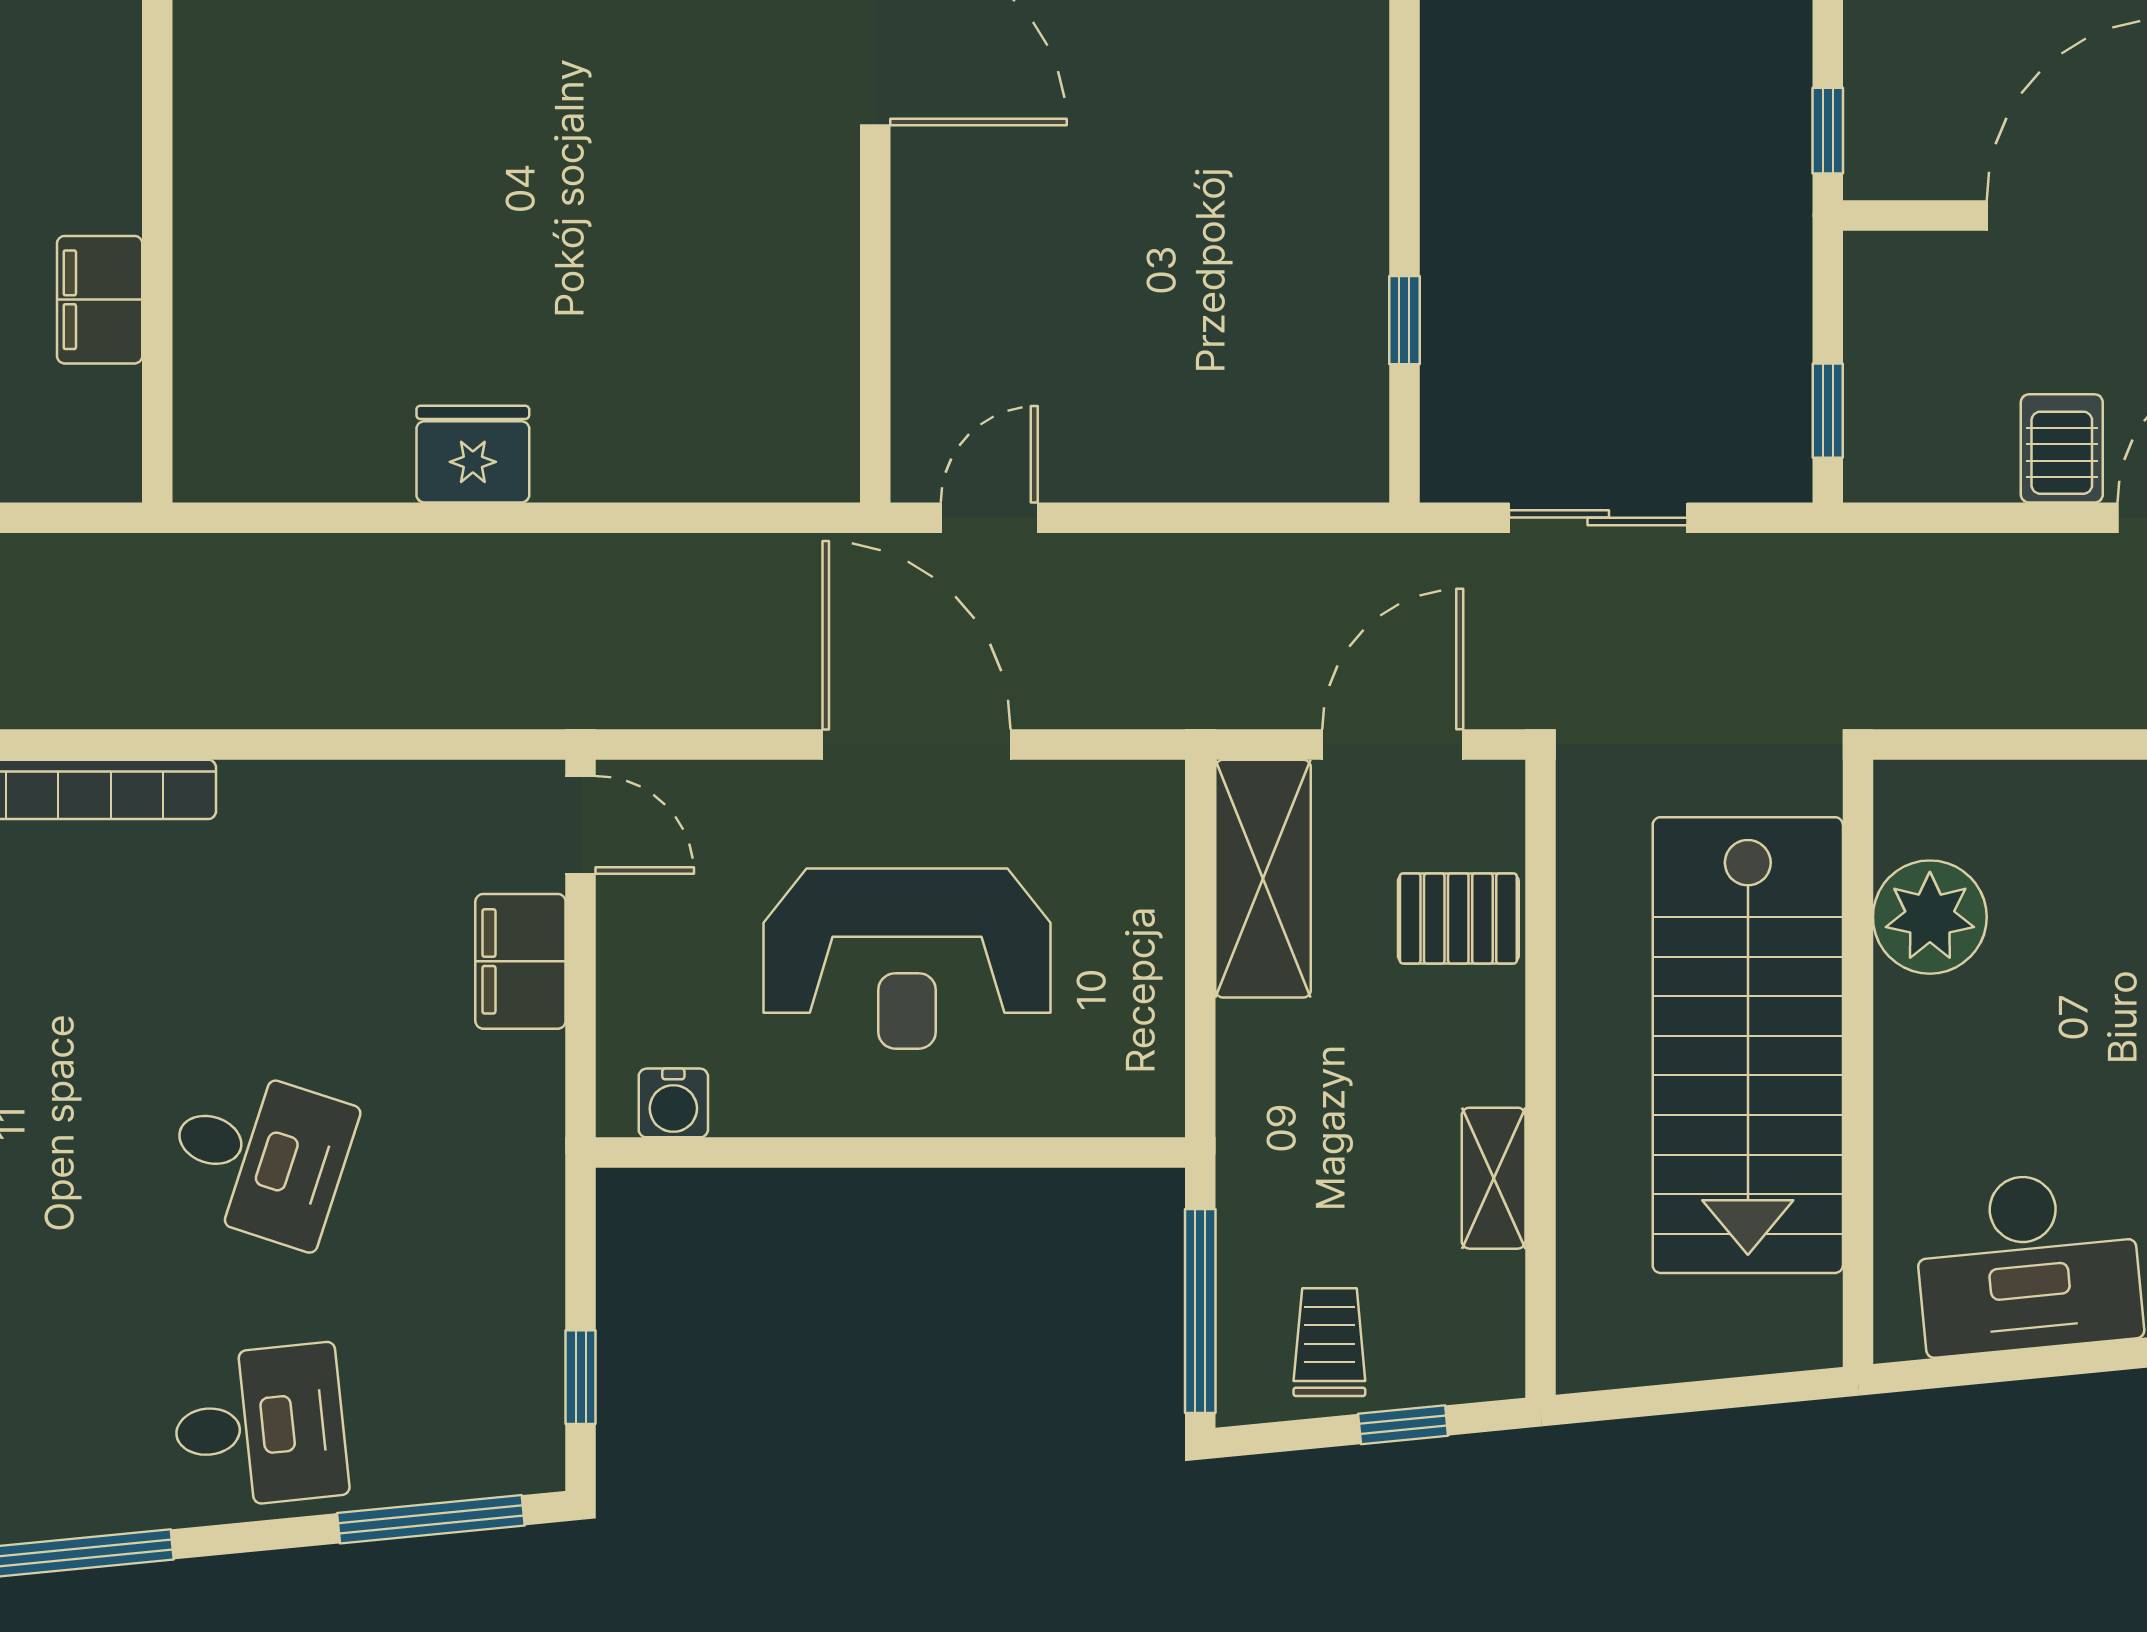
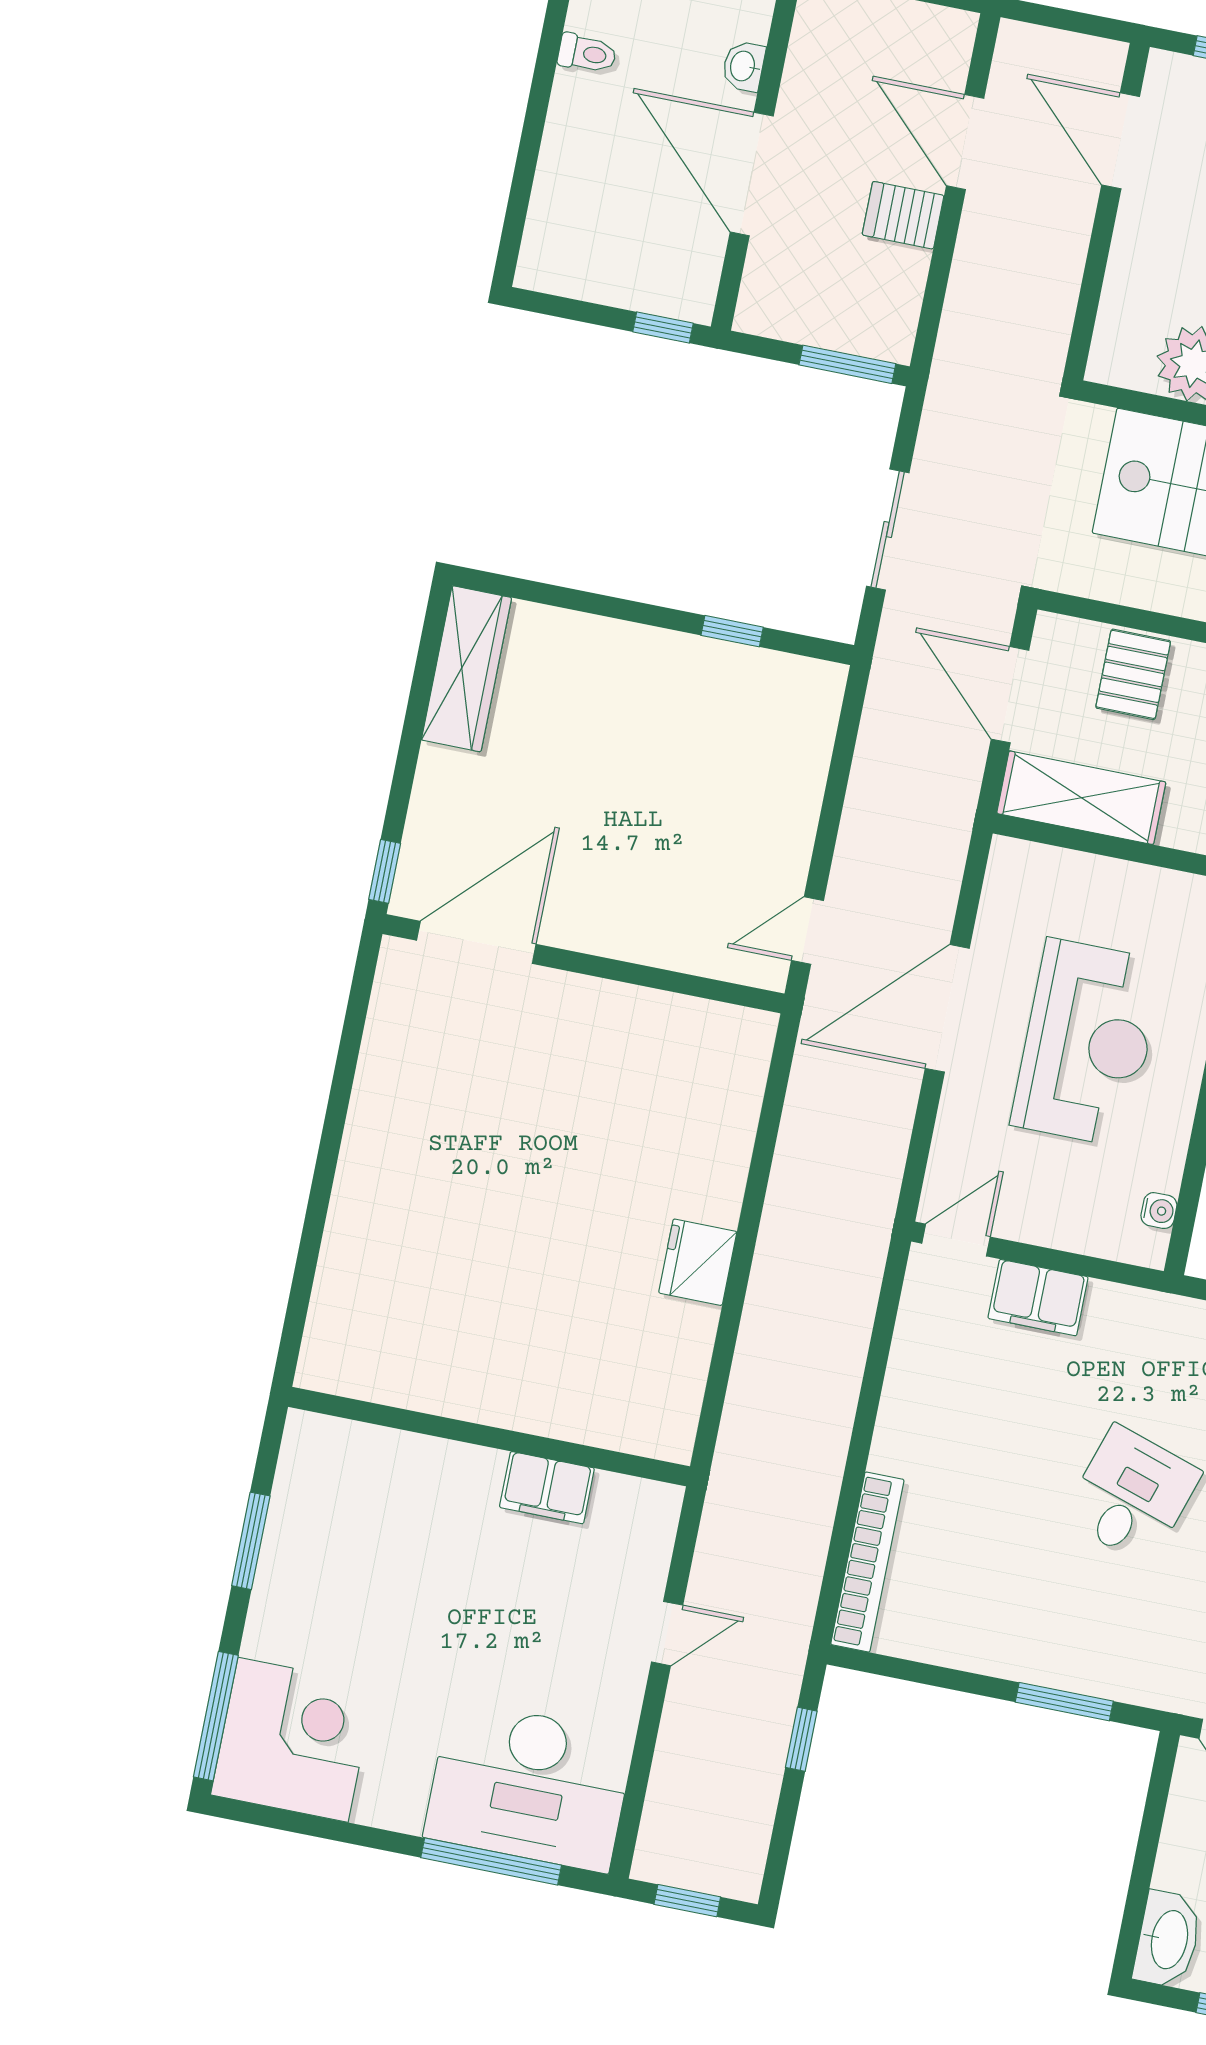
window: (1828, 411) -> (847, 364), width x1.50
door: (989, 518) -> (808, 931), hinge flipped
water cooler: (673, 1103) -> (1159, 1211), width x0.72, depth x0.72

